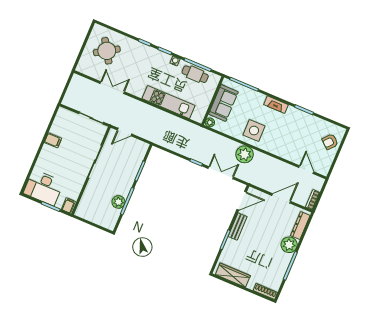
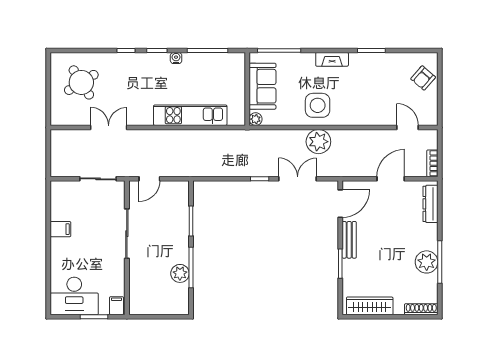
cafe table: (195, 74) -> (210, 64), removed
plant: (289, 245) -> (427, 262), moved

